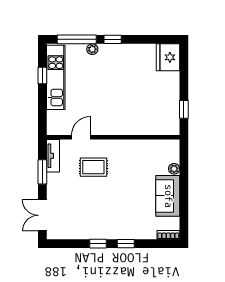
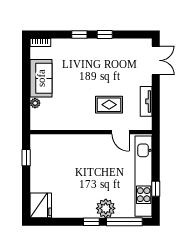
plant: (92, 49) -> (106, 208), width x1.88, depth x1.88
kitchen unit: (56, 77) -> (144, 176), width x1.36
door: (81, 137) -> (120, 132), hinge flipped
tv unit: (53, 156) -> (146, 101), moved
window: (42, 172) -> (156, 100), removed

